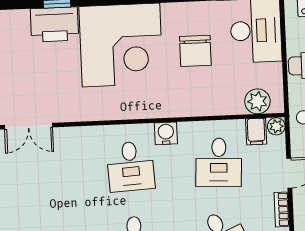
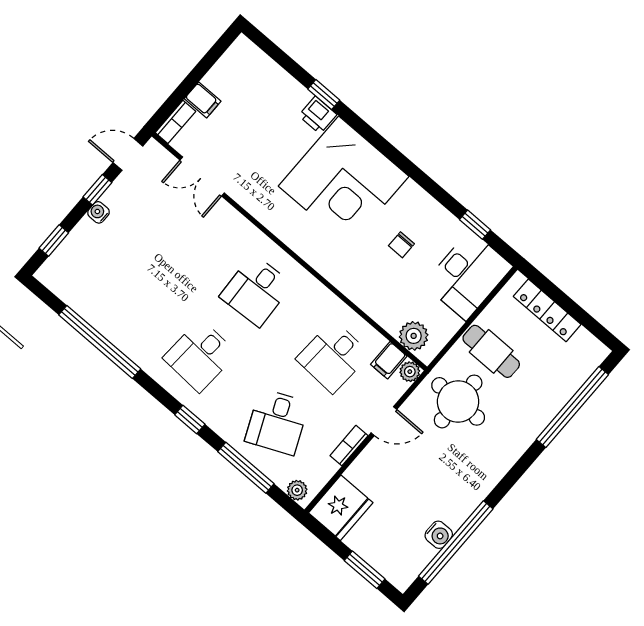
printer: (54, 24) -> (318, 115), width x0.53, depth x0.68
chair: (195, 51) -> (401, 245), width x0.54, depth x0.54
water cooler: (166, 133) -> (312, 291), removed

